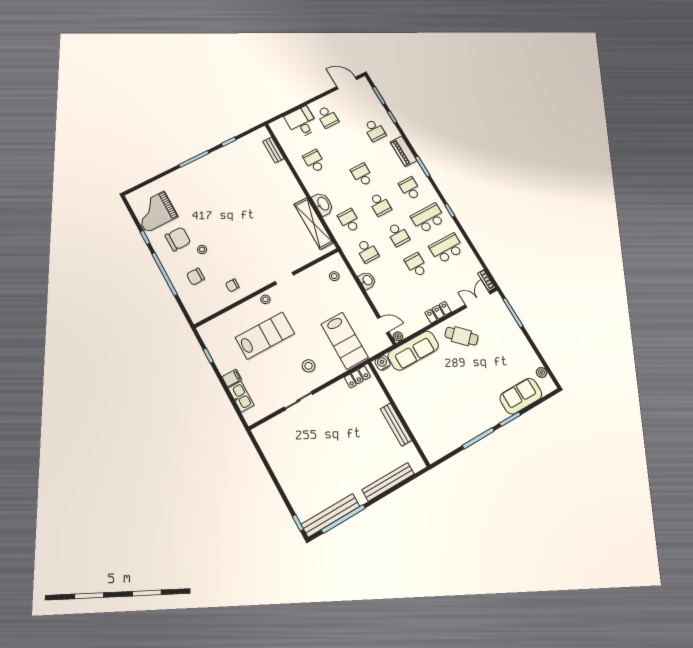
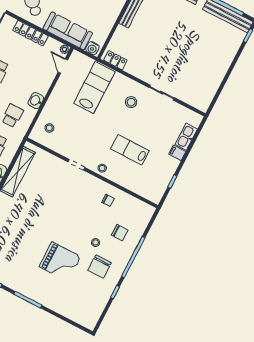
grand piano: (155, 212) -> (60, 262), moved
chair: (178, 239) -> (100, 266), turned -90
locker: (438, 312) -> (30, 33), width x1.53
lab bench: (265, 336) -> (130, 150), width x0.73, depth x0.72

